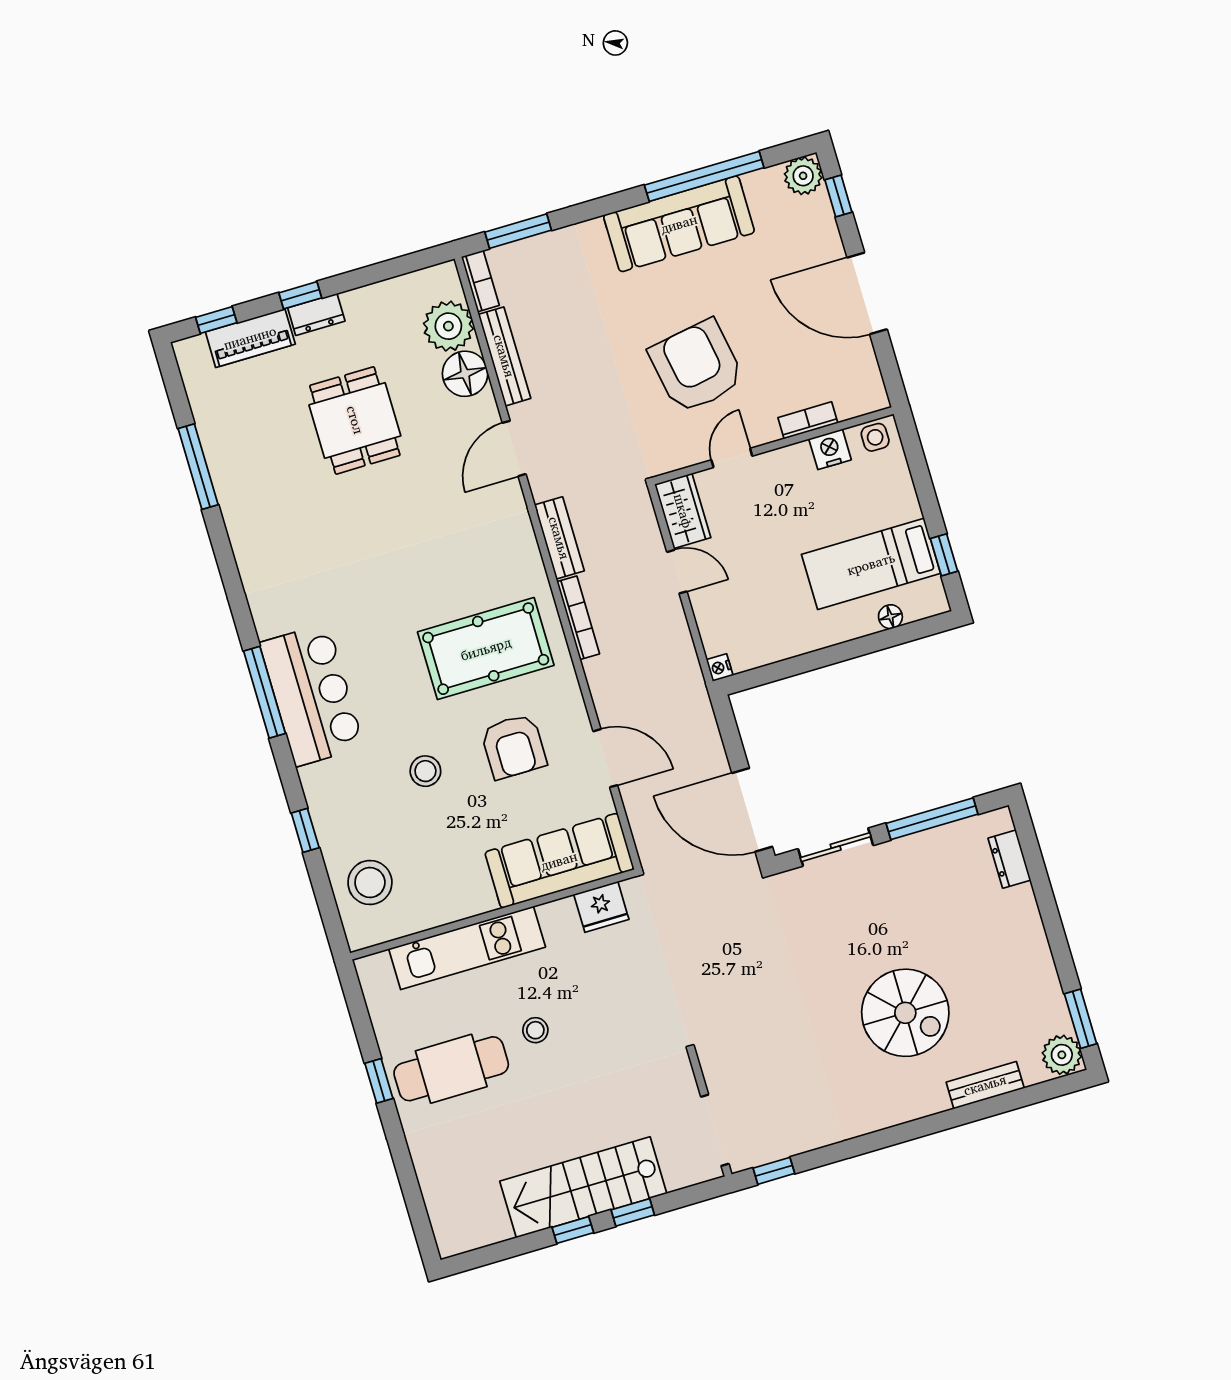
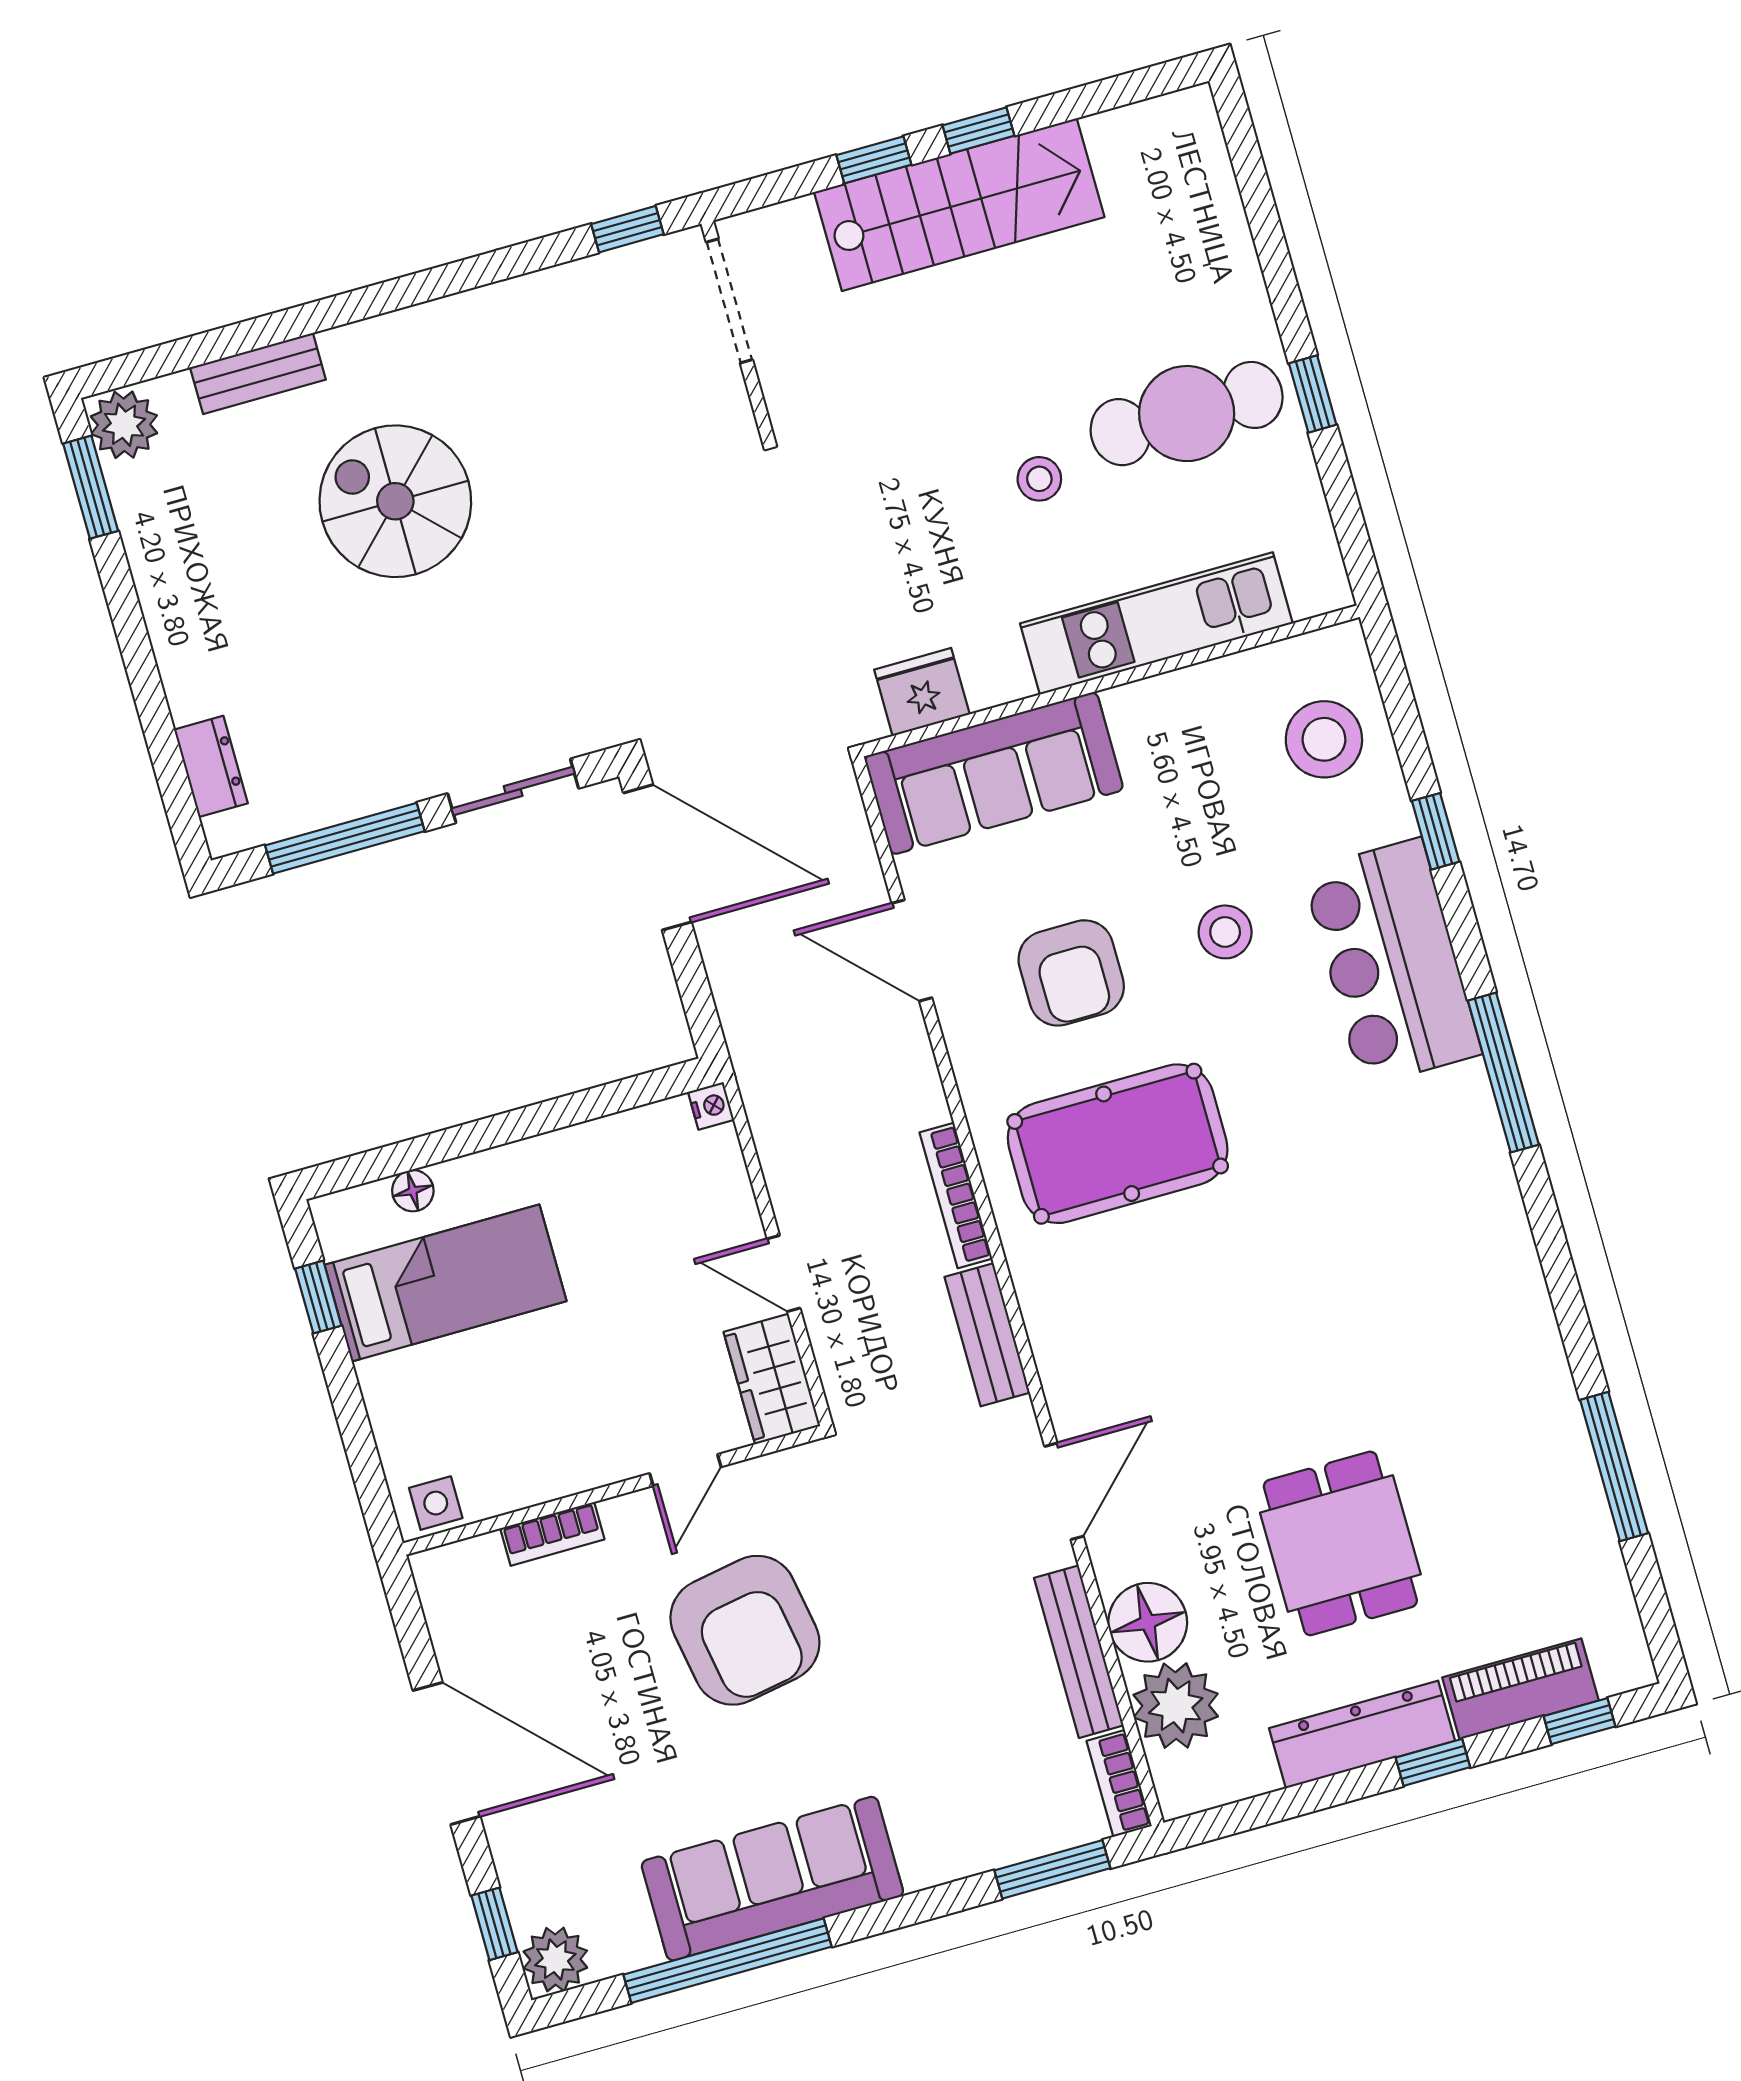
dresser: (316, 314) -> (1362, 1735), width x1.96, depth x1.24
nightstand: (830, 449) -> (514, 1483), removed
bar counter: (312, 695) -> (1392, 962), moved
armchair: (514, 746) -> (1071, 973), turned 180

